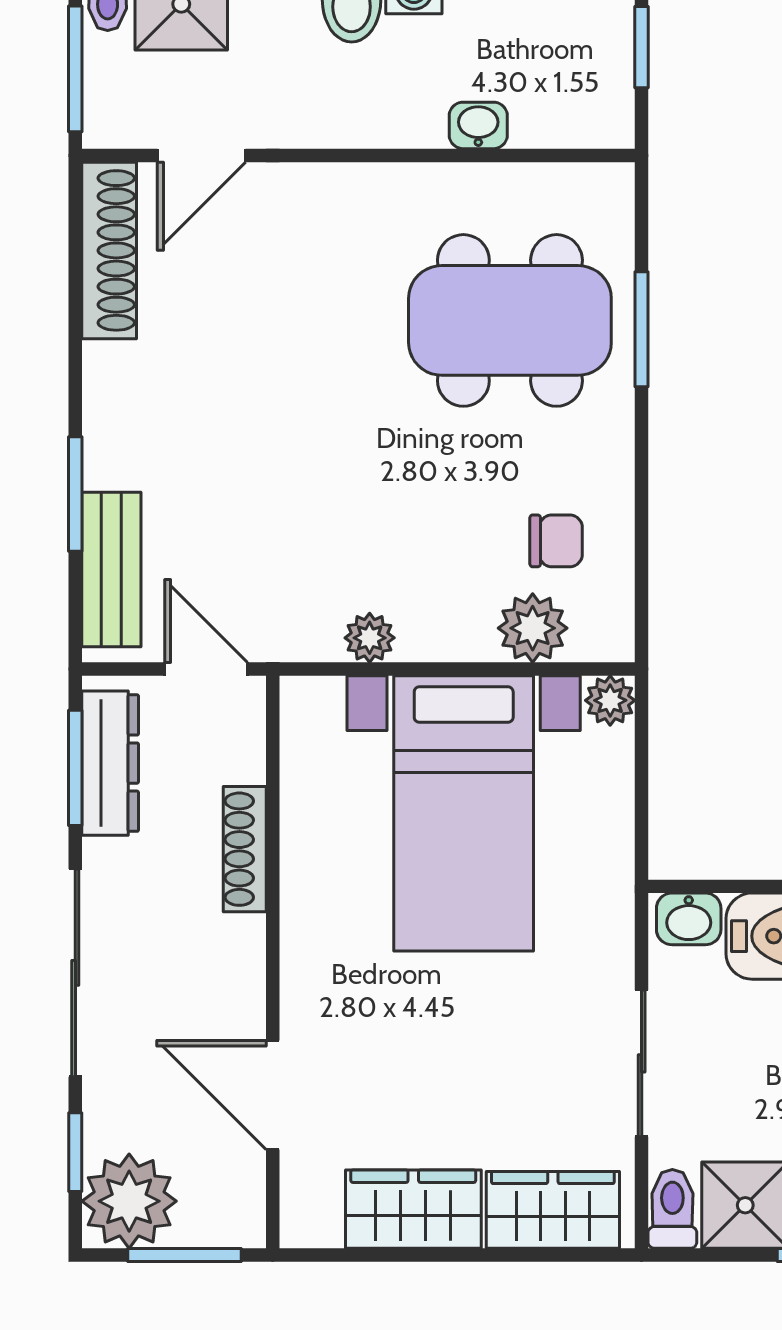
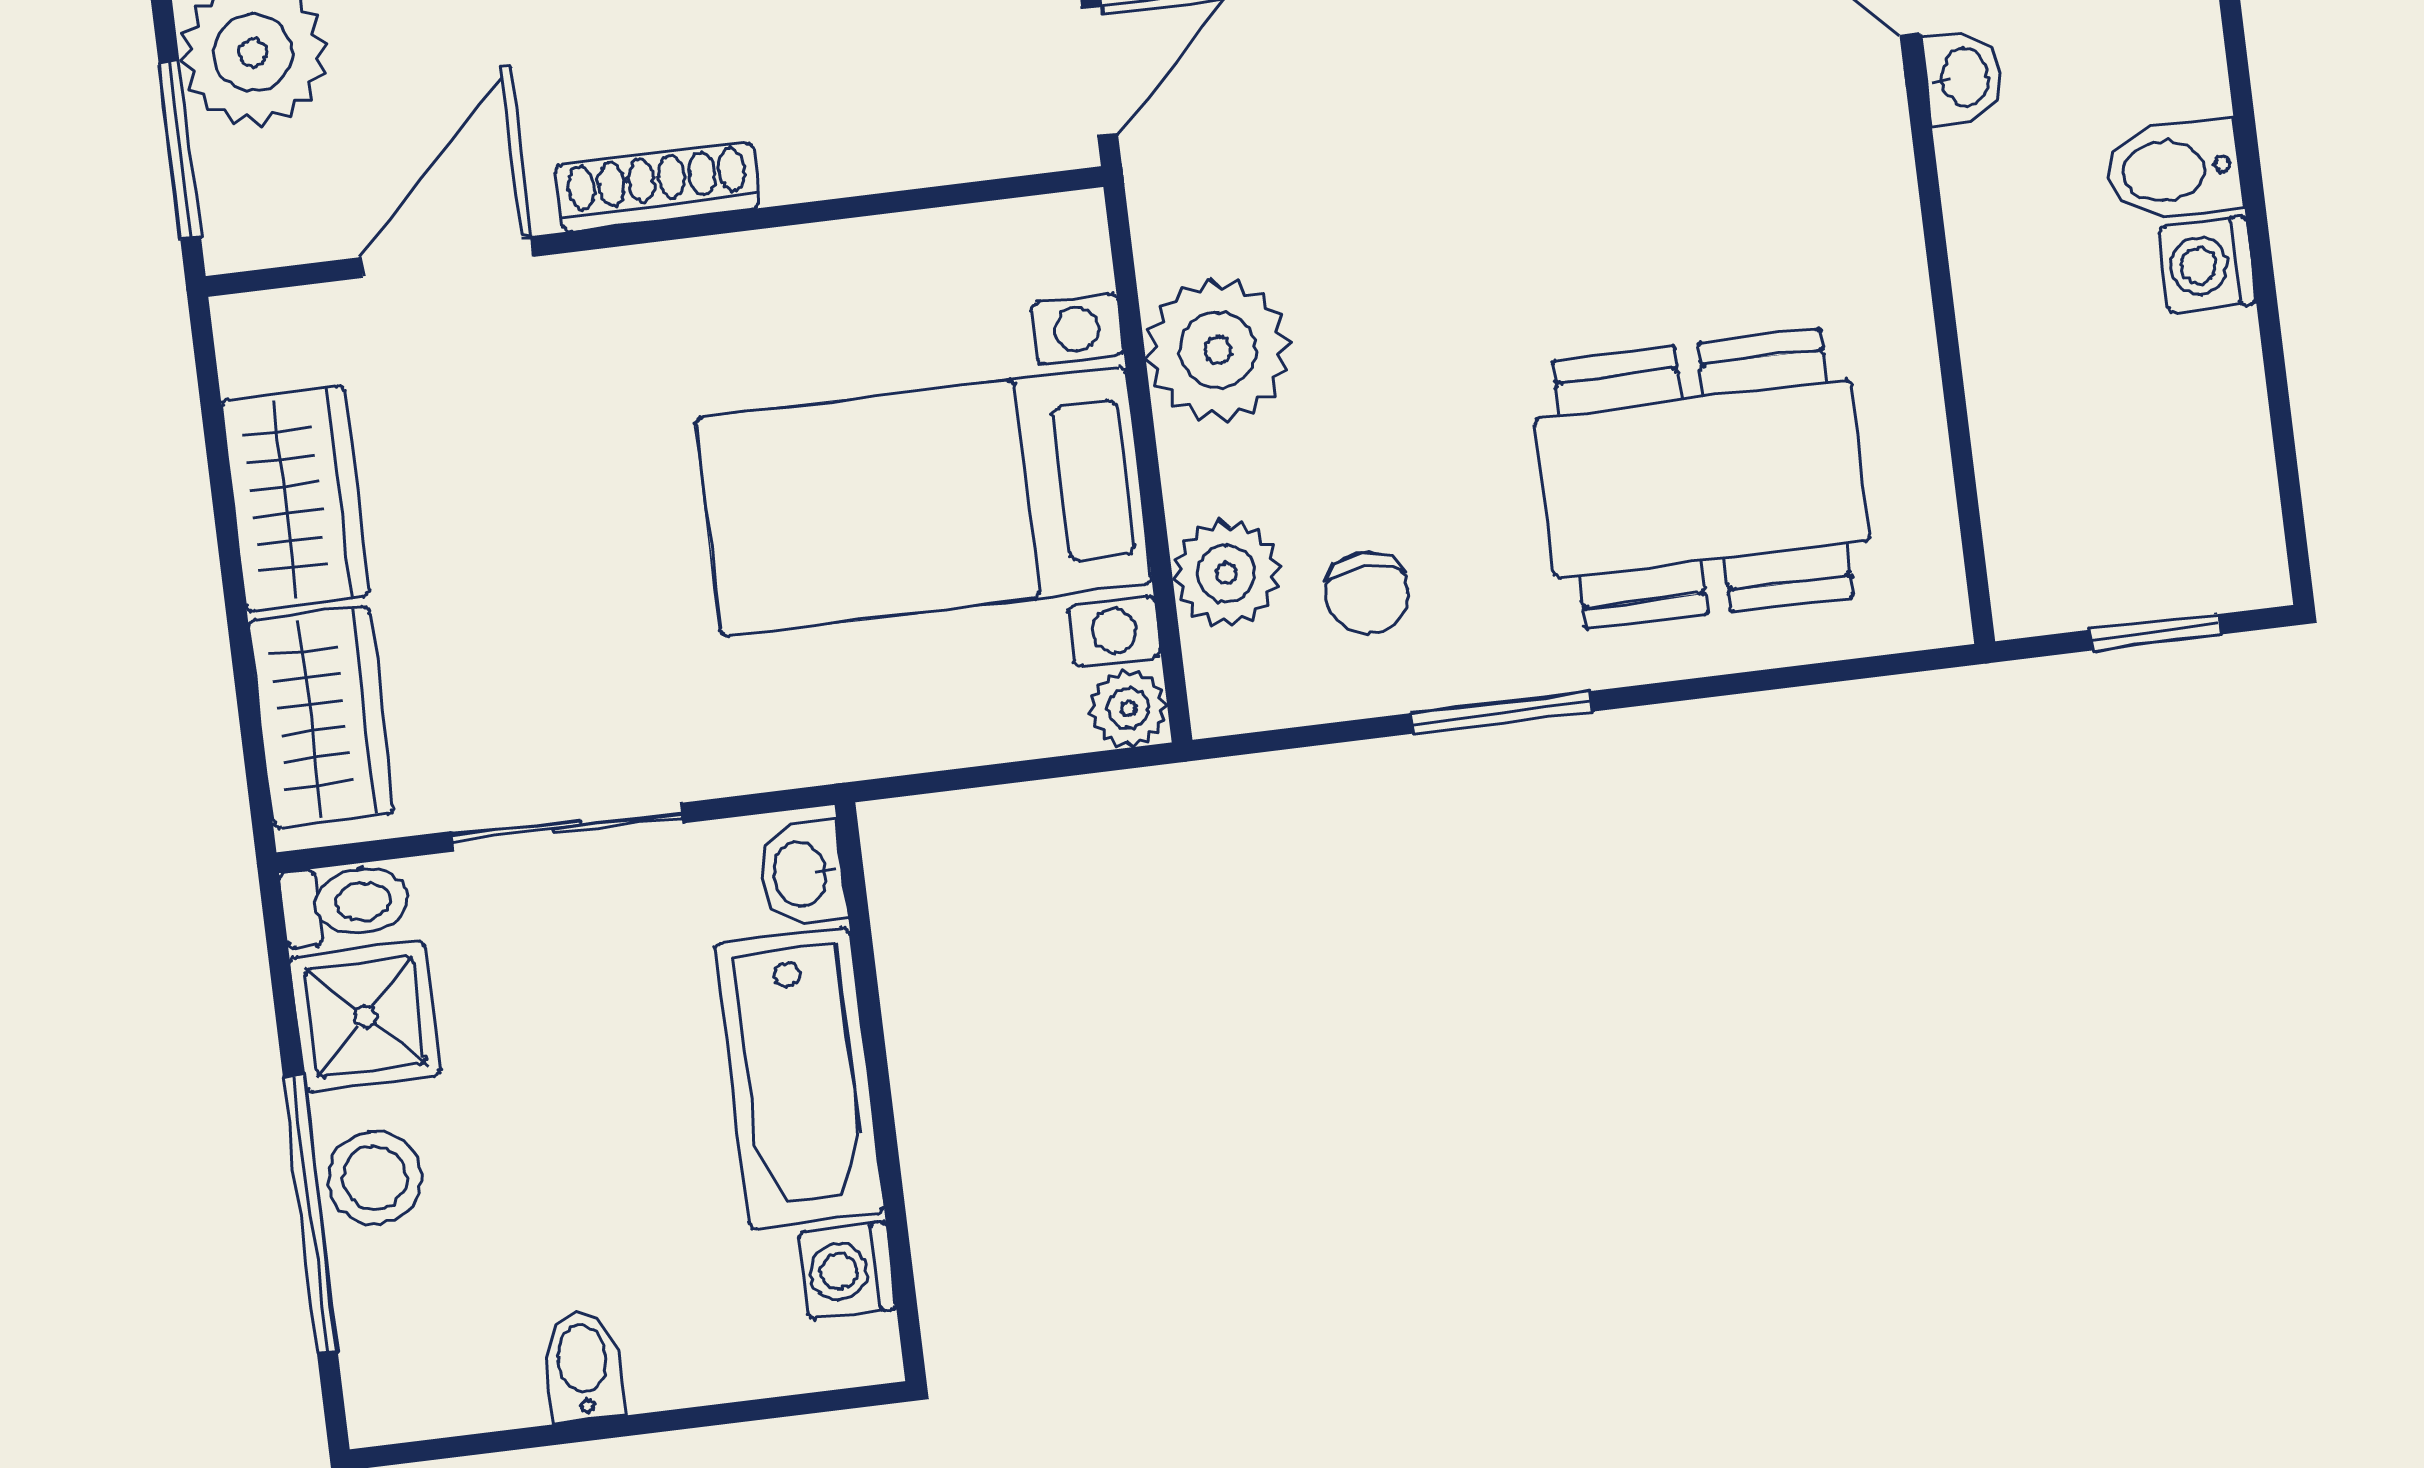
washbasin: (478, 125) -> (1963, 77), moved
dining table: (510, 320) -> (1703, 479), turned 90
window: (642, 329) -> (1502, 712), moved
plant: (370, 638) -> (1218, 350), width x1.88, depth x1.88
shoe rack: (245, 849) -> (658, 187), moved

